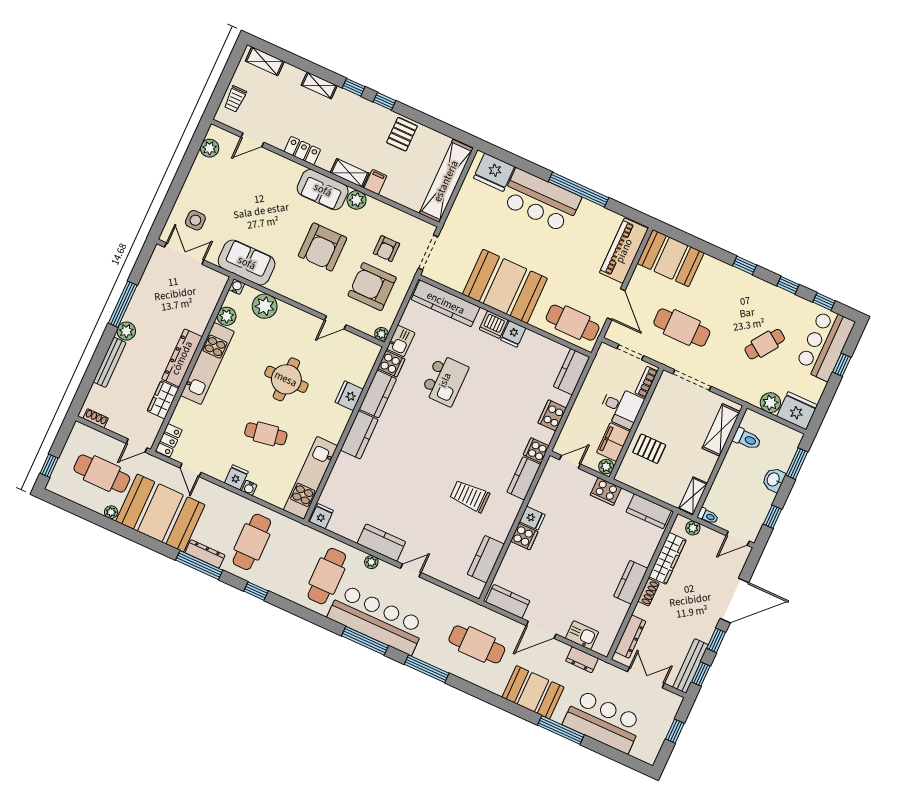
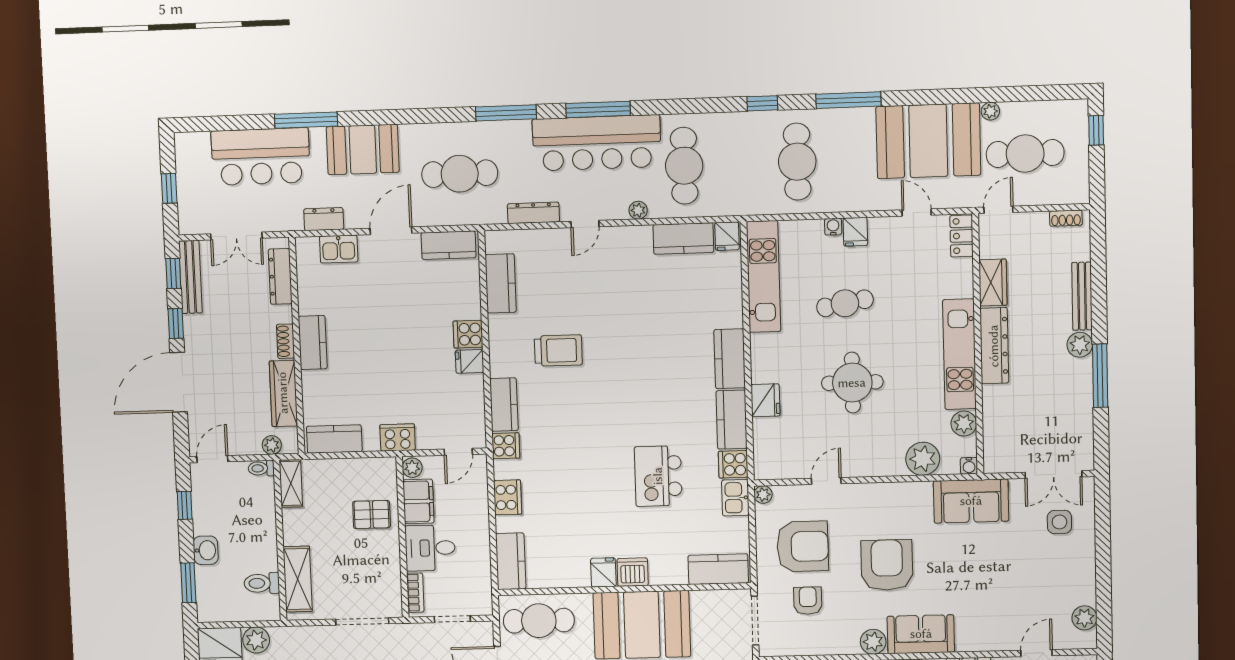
kitchen counter: (446, 303) -> (718, 569), width x0.67
kitchen counter: (381, 543) -> (683, 239), moved
dresser: (205, 554) -> (533, 213), moved, turned 180

